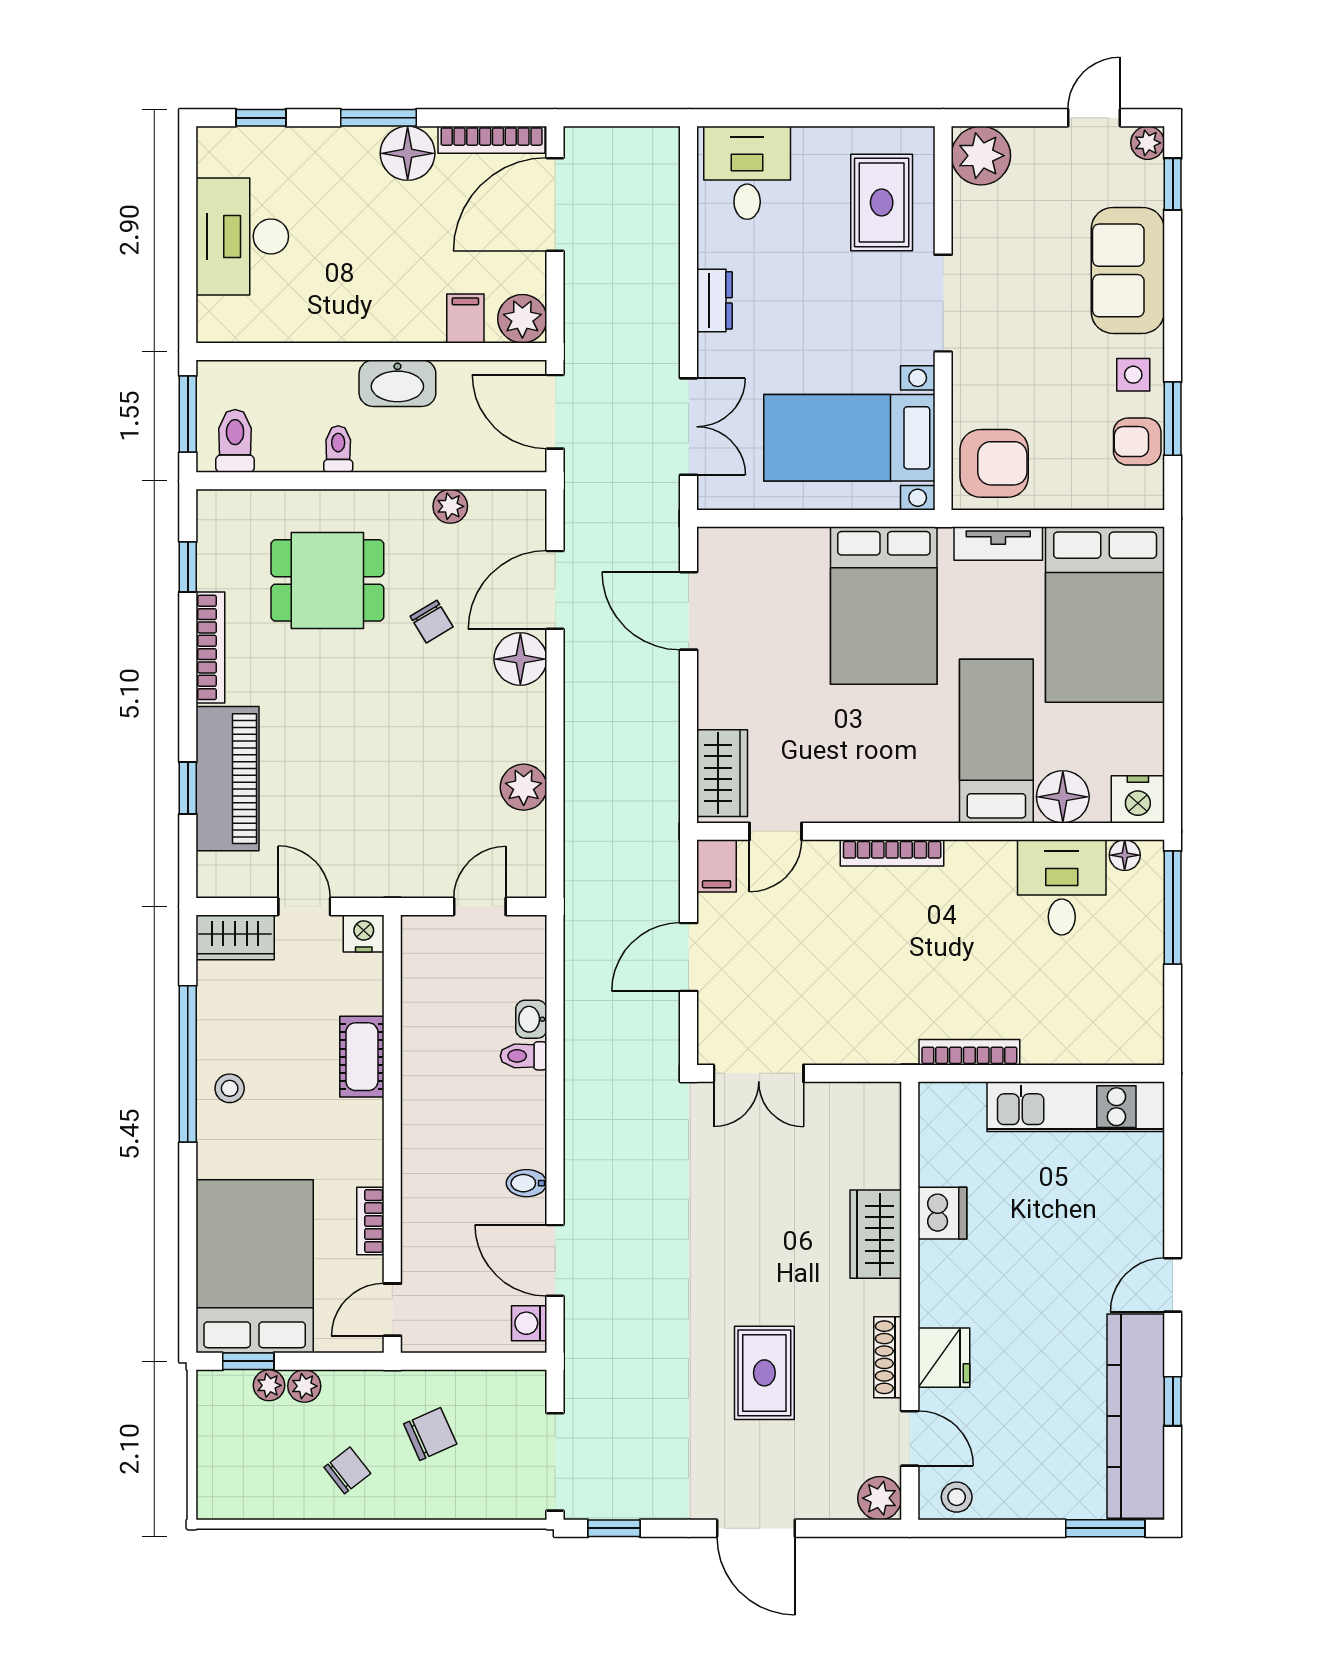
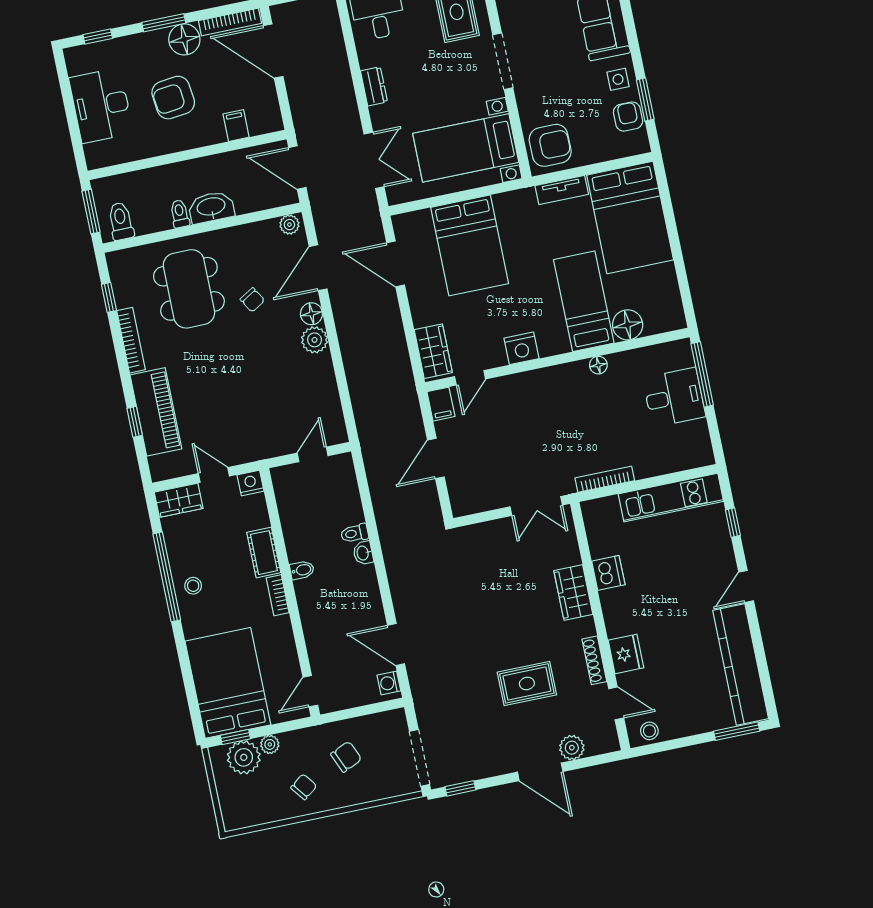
door: (555, 204) -> (273, 51), hinge flipped
armchair: (368, 249) -> (173, 98), added
plant: (522, 319) -> (268, 119), removed
washbasin: (397, 383) -> (211, 207), moved, turned 180
armchair: (1137, 442) -> (628, 117), turned 90
plant: (450, 506) -> (289, 225), moved
dining table: (327, 580) -> (189, 289), width x1.38
bed: (884, 605) -> (470, 245), moved
floor lamp: (520, 659) -> (311, 314), width x0.73, depth x0.73
plant: (524, 787) -> (315, 340), moved
nightstand: (1138, 799) -> (522, 348), moved
bookcase: (892, 853) -> (538, 376), removed
floor lamp: (1125, 855) -> (598, 365), moved
desk: (1062, 887) -> (674, 397), moved, turned 90
washbasin: (531, 1019) -> (363, 553), moved
double door: (759, 1073) -> (536, 506), moved
bidet: (527, 1183) -> (302, 570), moved, turned 180
bookcase: (370, 1221) -> (278, 595), moved
rug: (764, 1373) -> (527, 683), turned 90
plant: (269, 1385) -> (244, 757), width x1.88, depth x1.88
window: (1173, 1401) -> (733, 523), moved
plant: (880, 1498) -> (572, 748), moved

